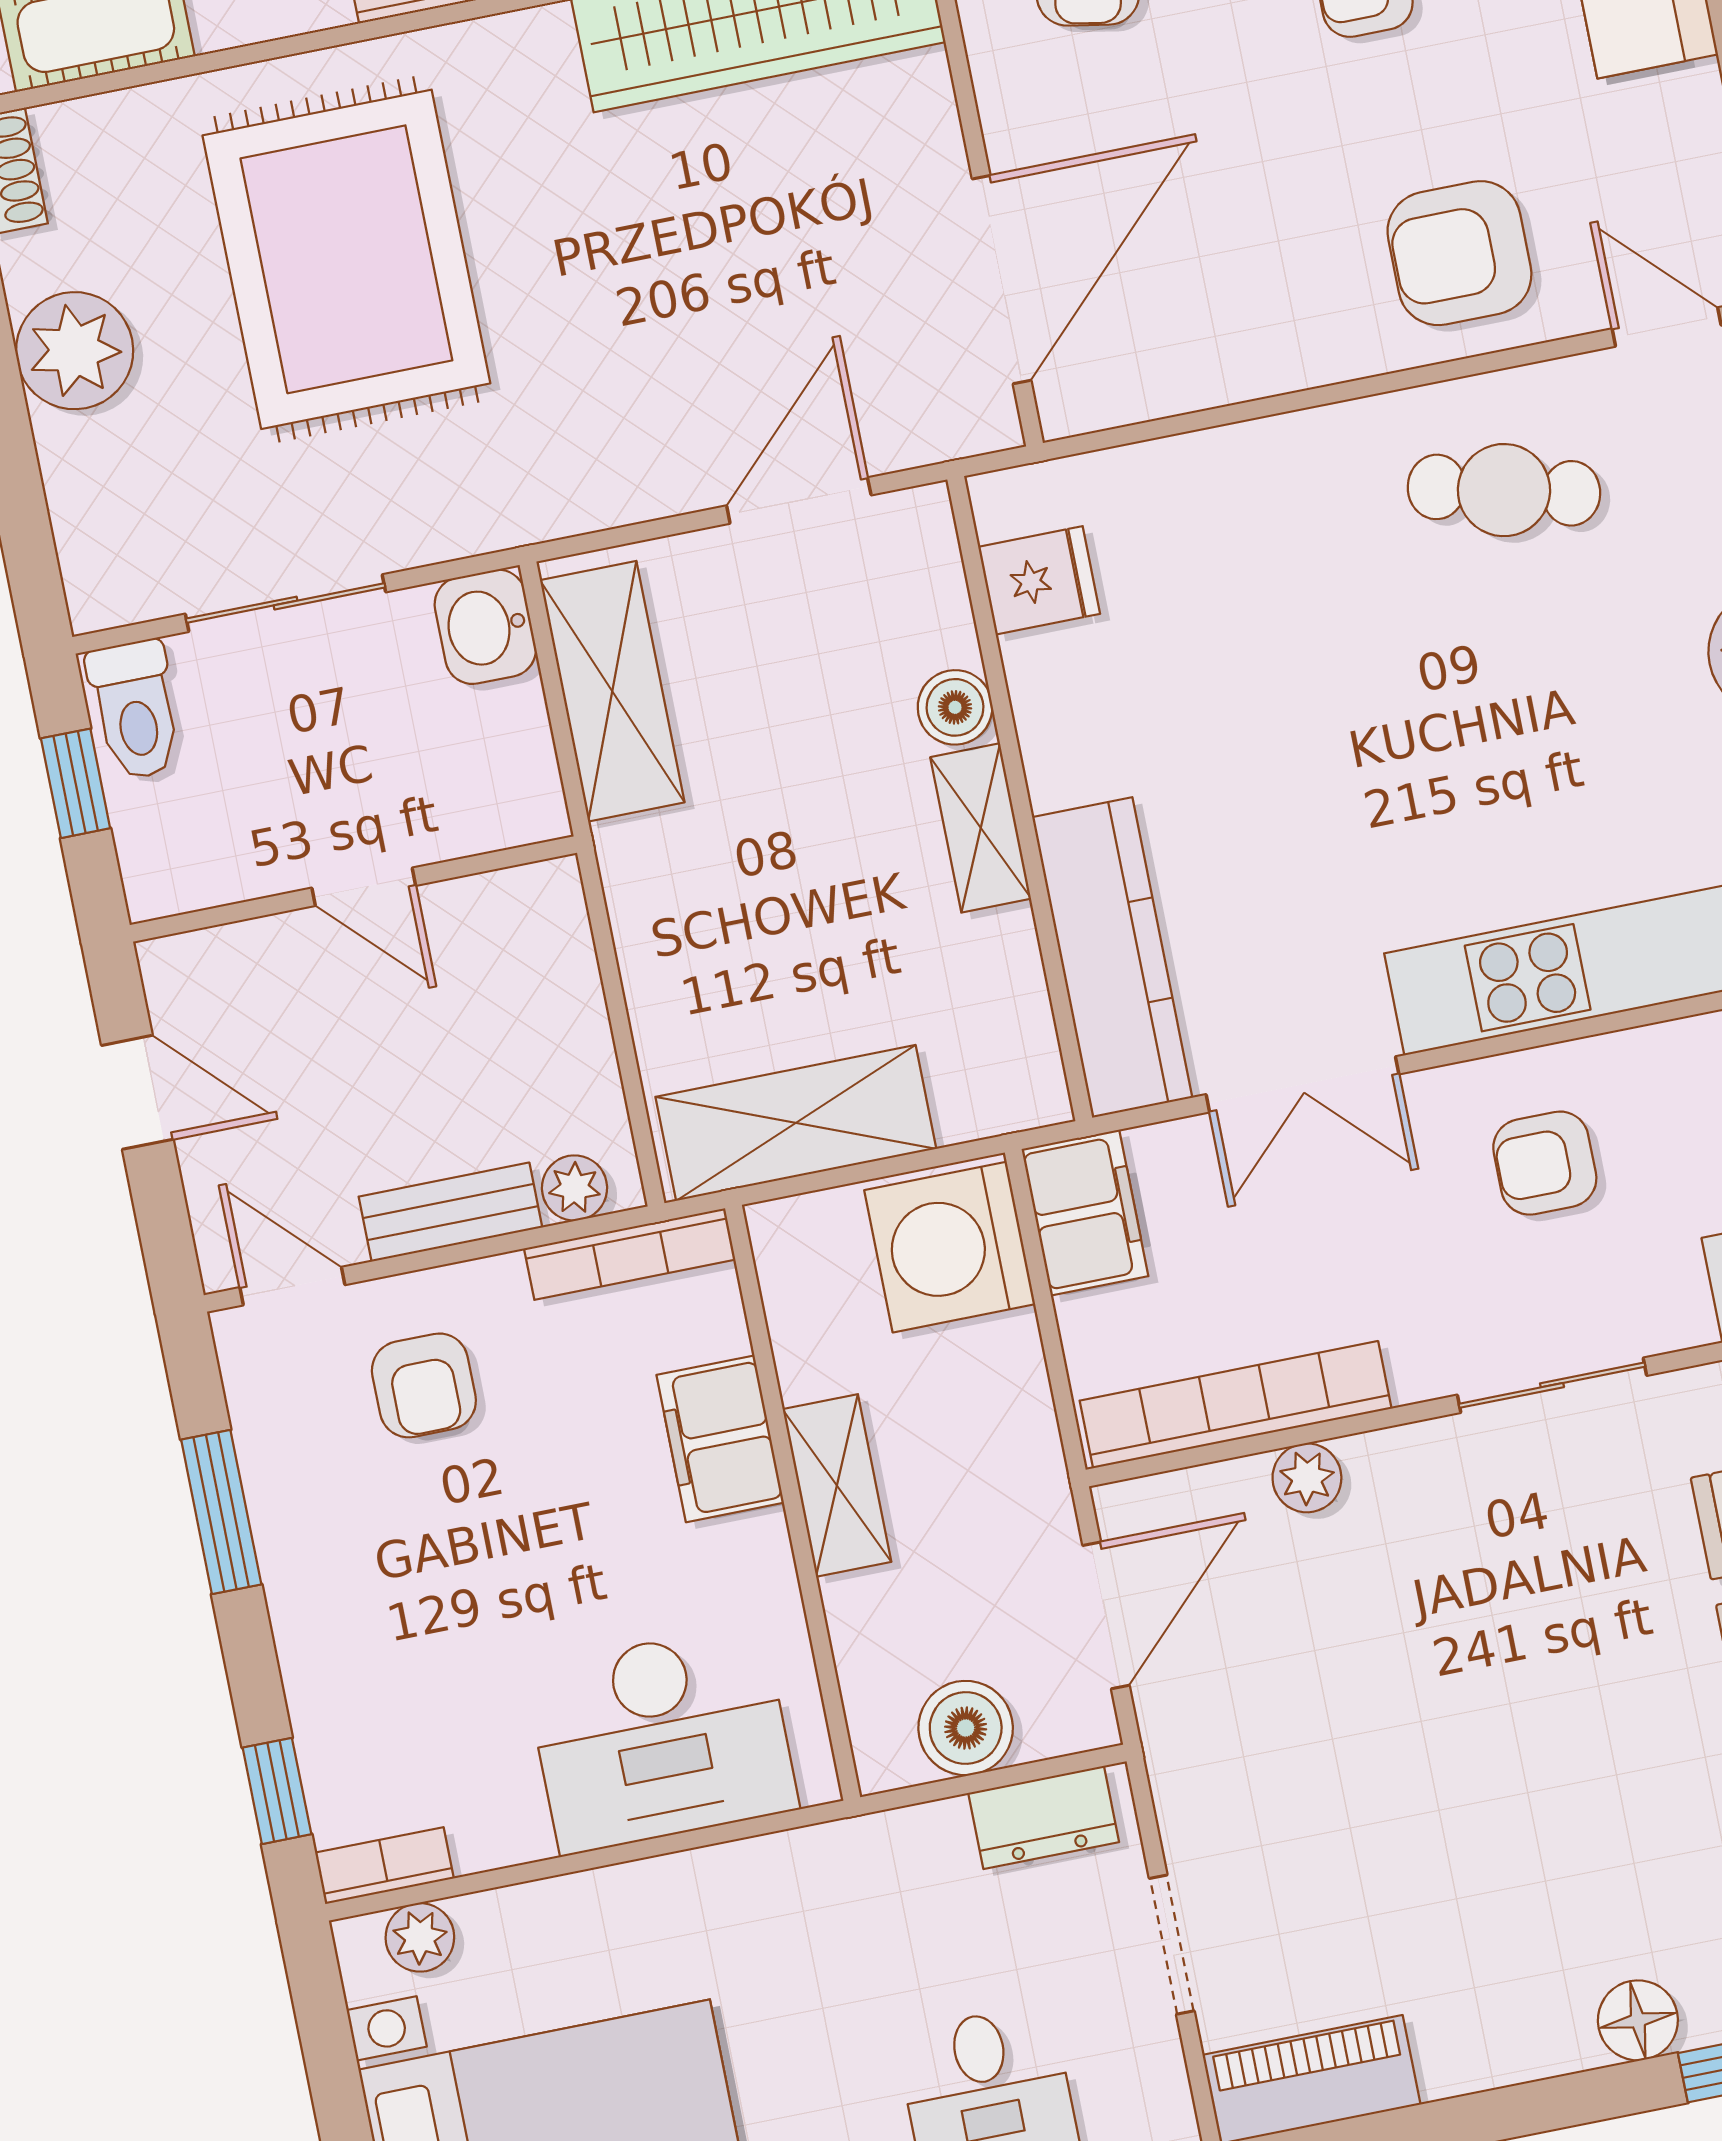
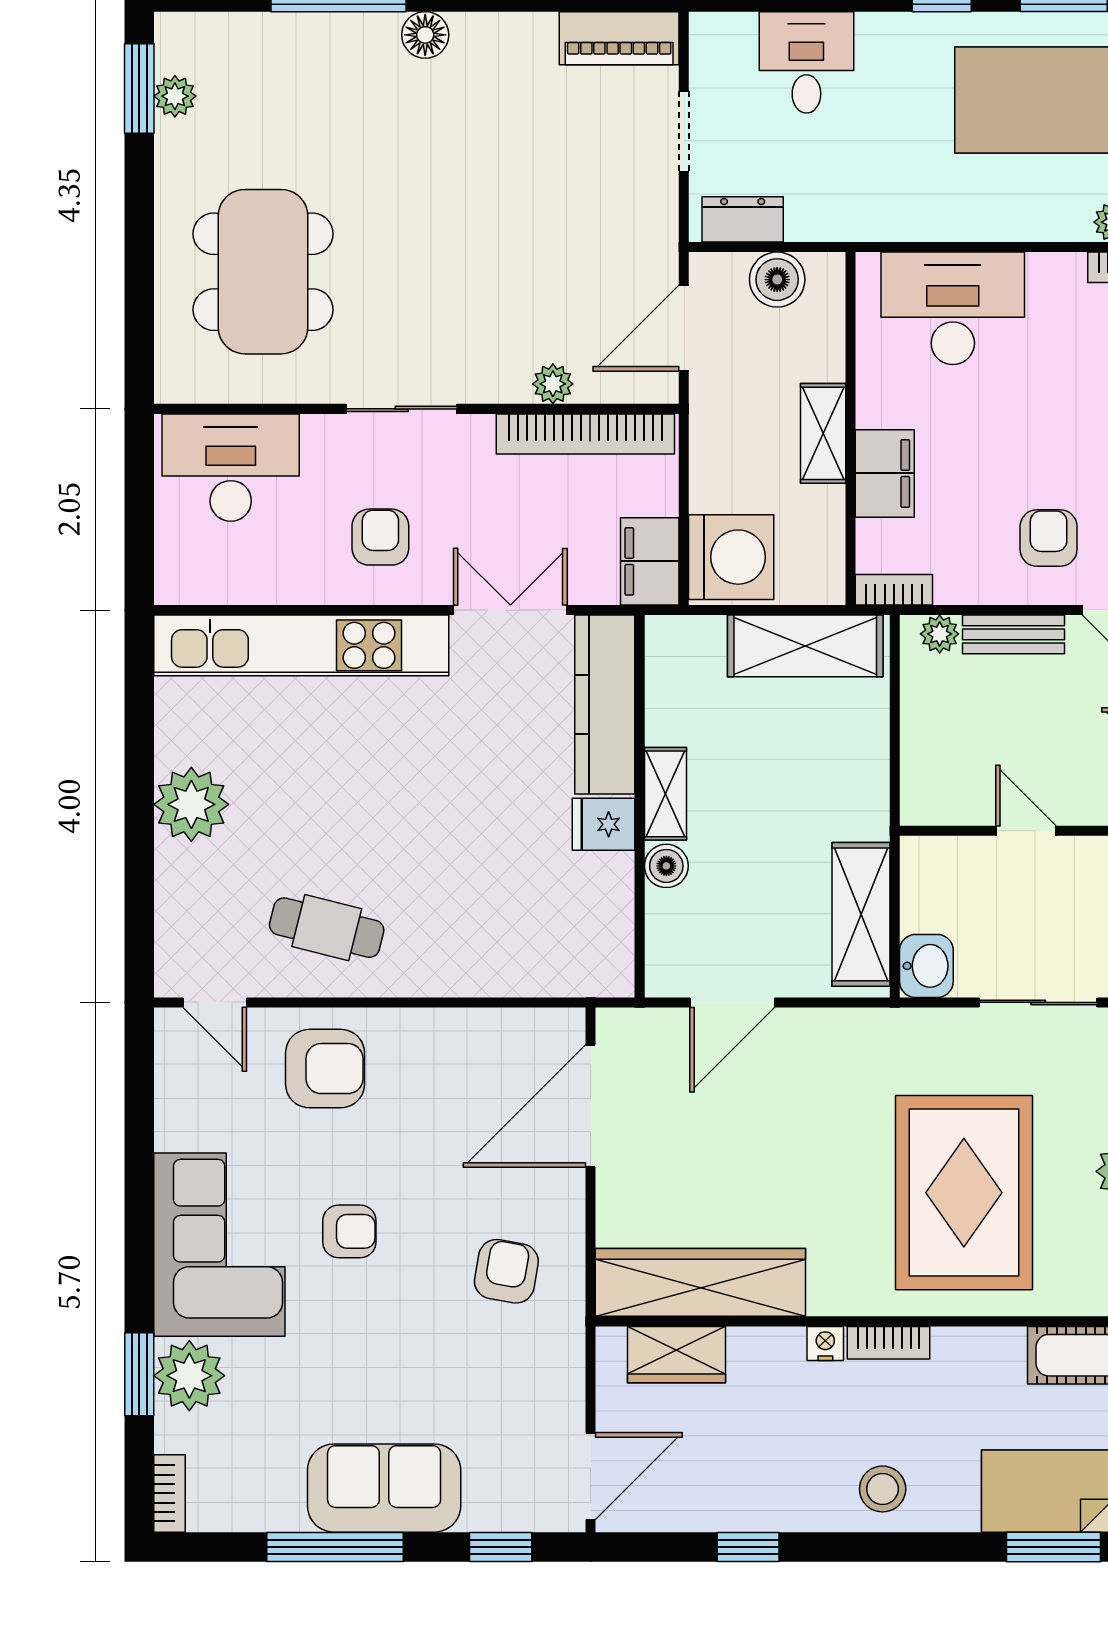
fridge: (1039, 580) -> (604, 824), moved
armchair: (1545, 1163) -> (380, 537), turned -90
bookcase: (630, 1254) -> (894, 590), width x0.64

